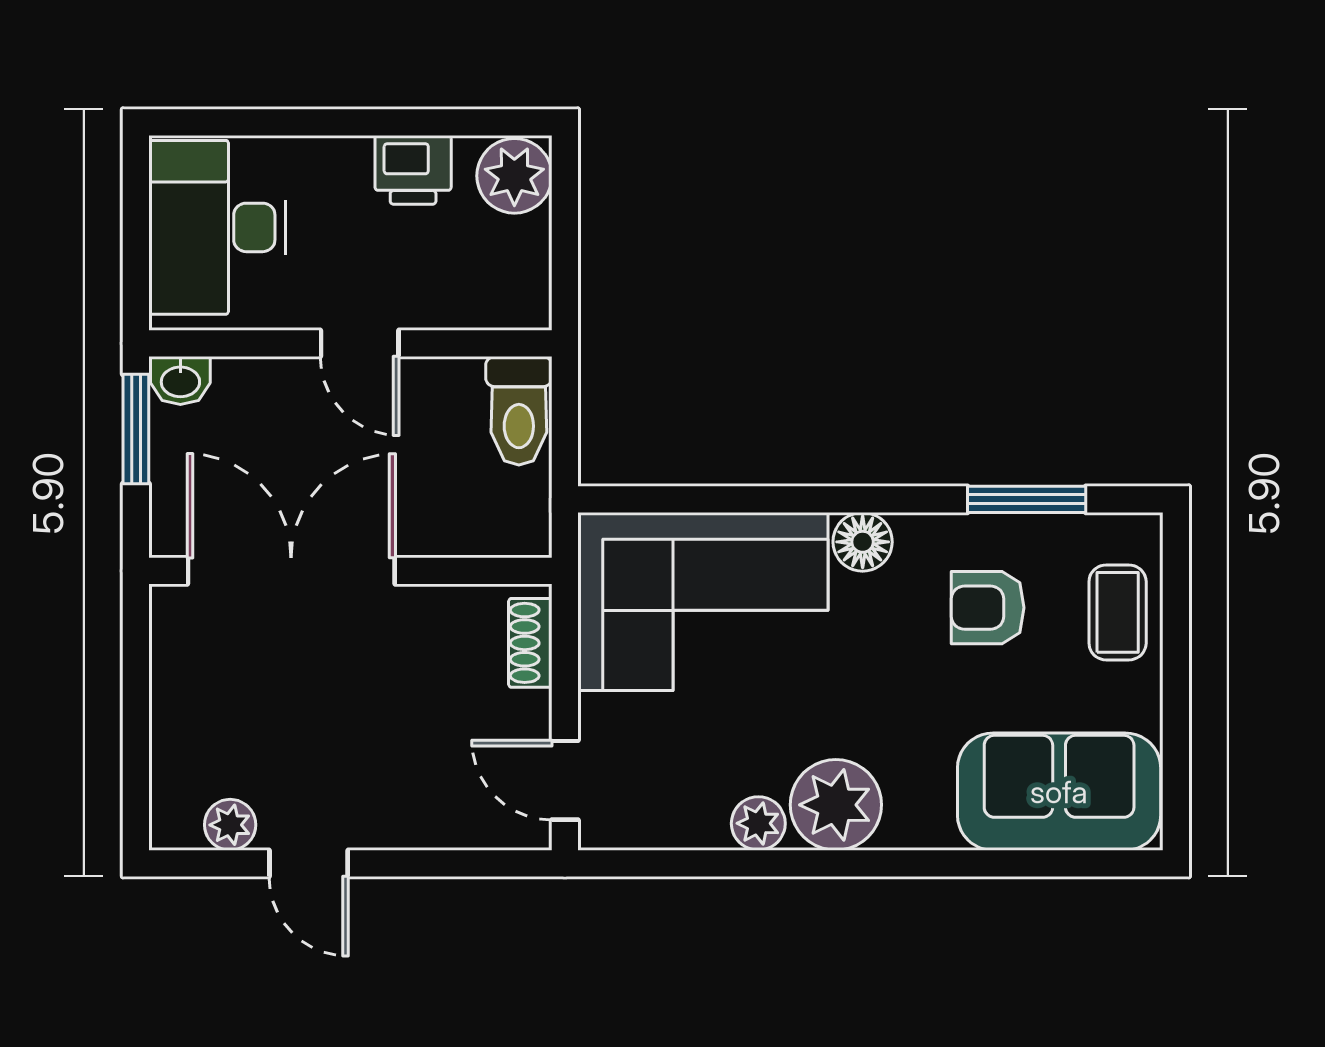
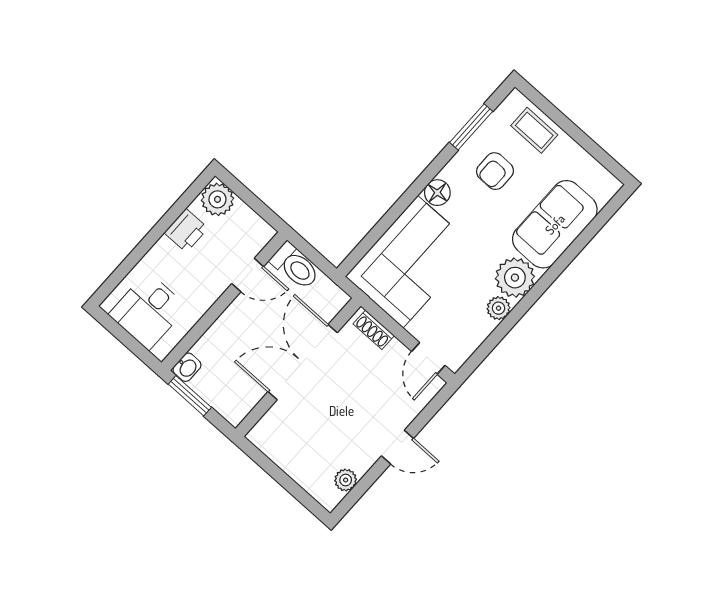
desk: (217, 227) -> (148, 311), width x0.73
door: (360, 343) -> (248, 275), moved
double door: (291, 571) -> (303, 362), moved
door: (565, 780) -> (428, 358), hinge flipped
sofa: (1059, 792) -> (555, 224), moved
door: (309, 863) -> (397, 447), moved

